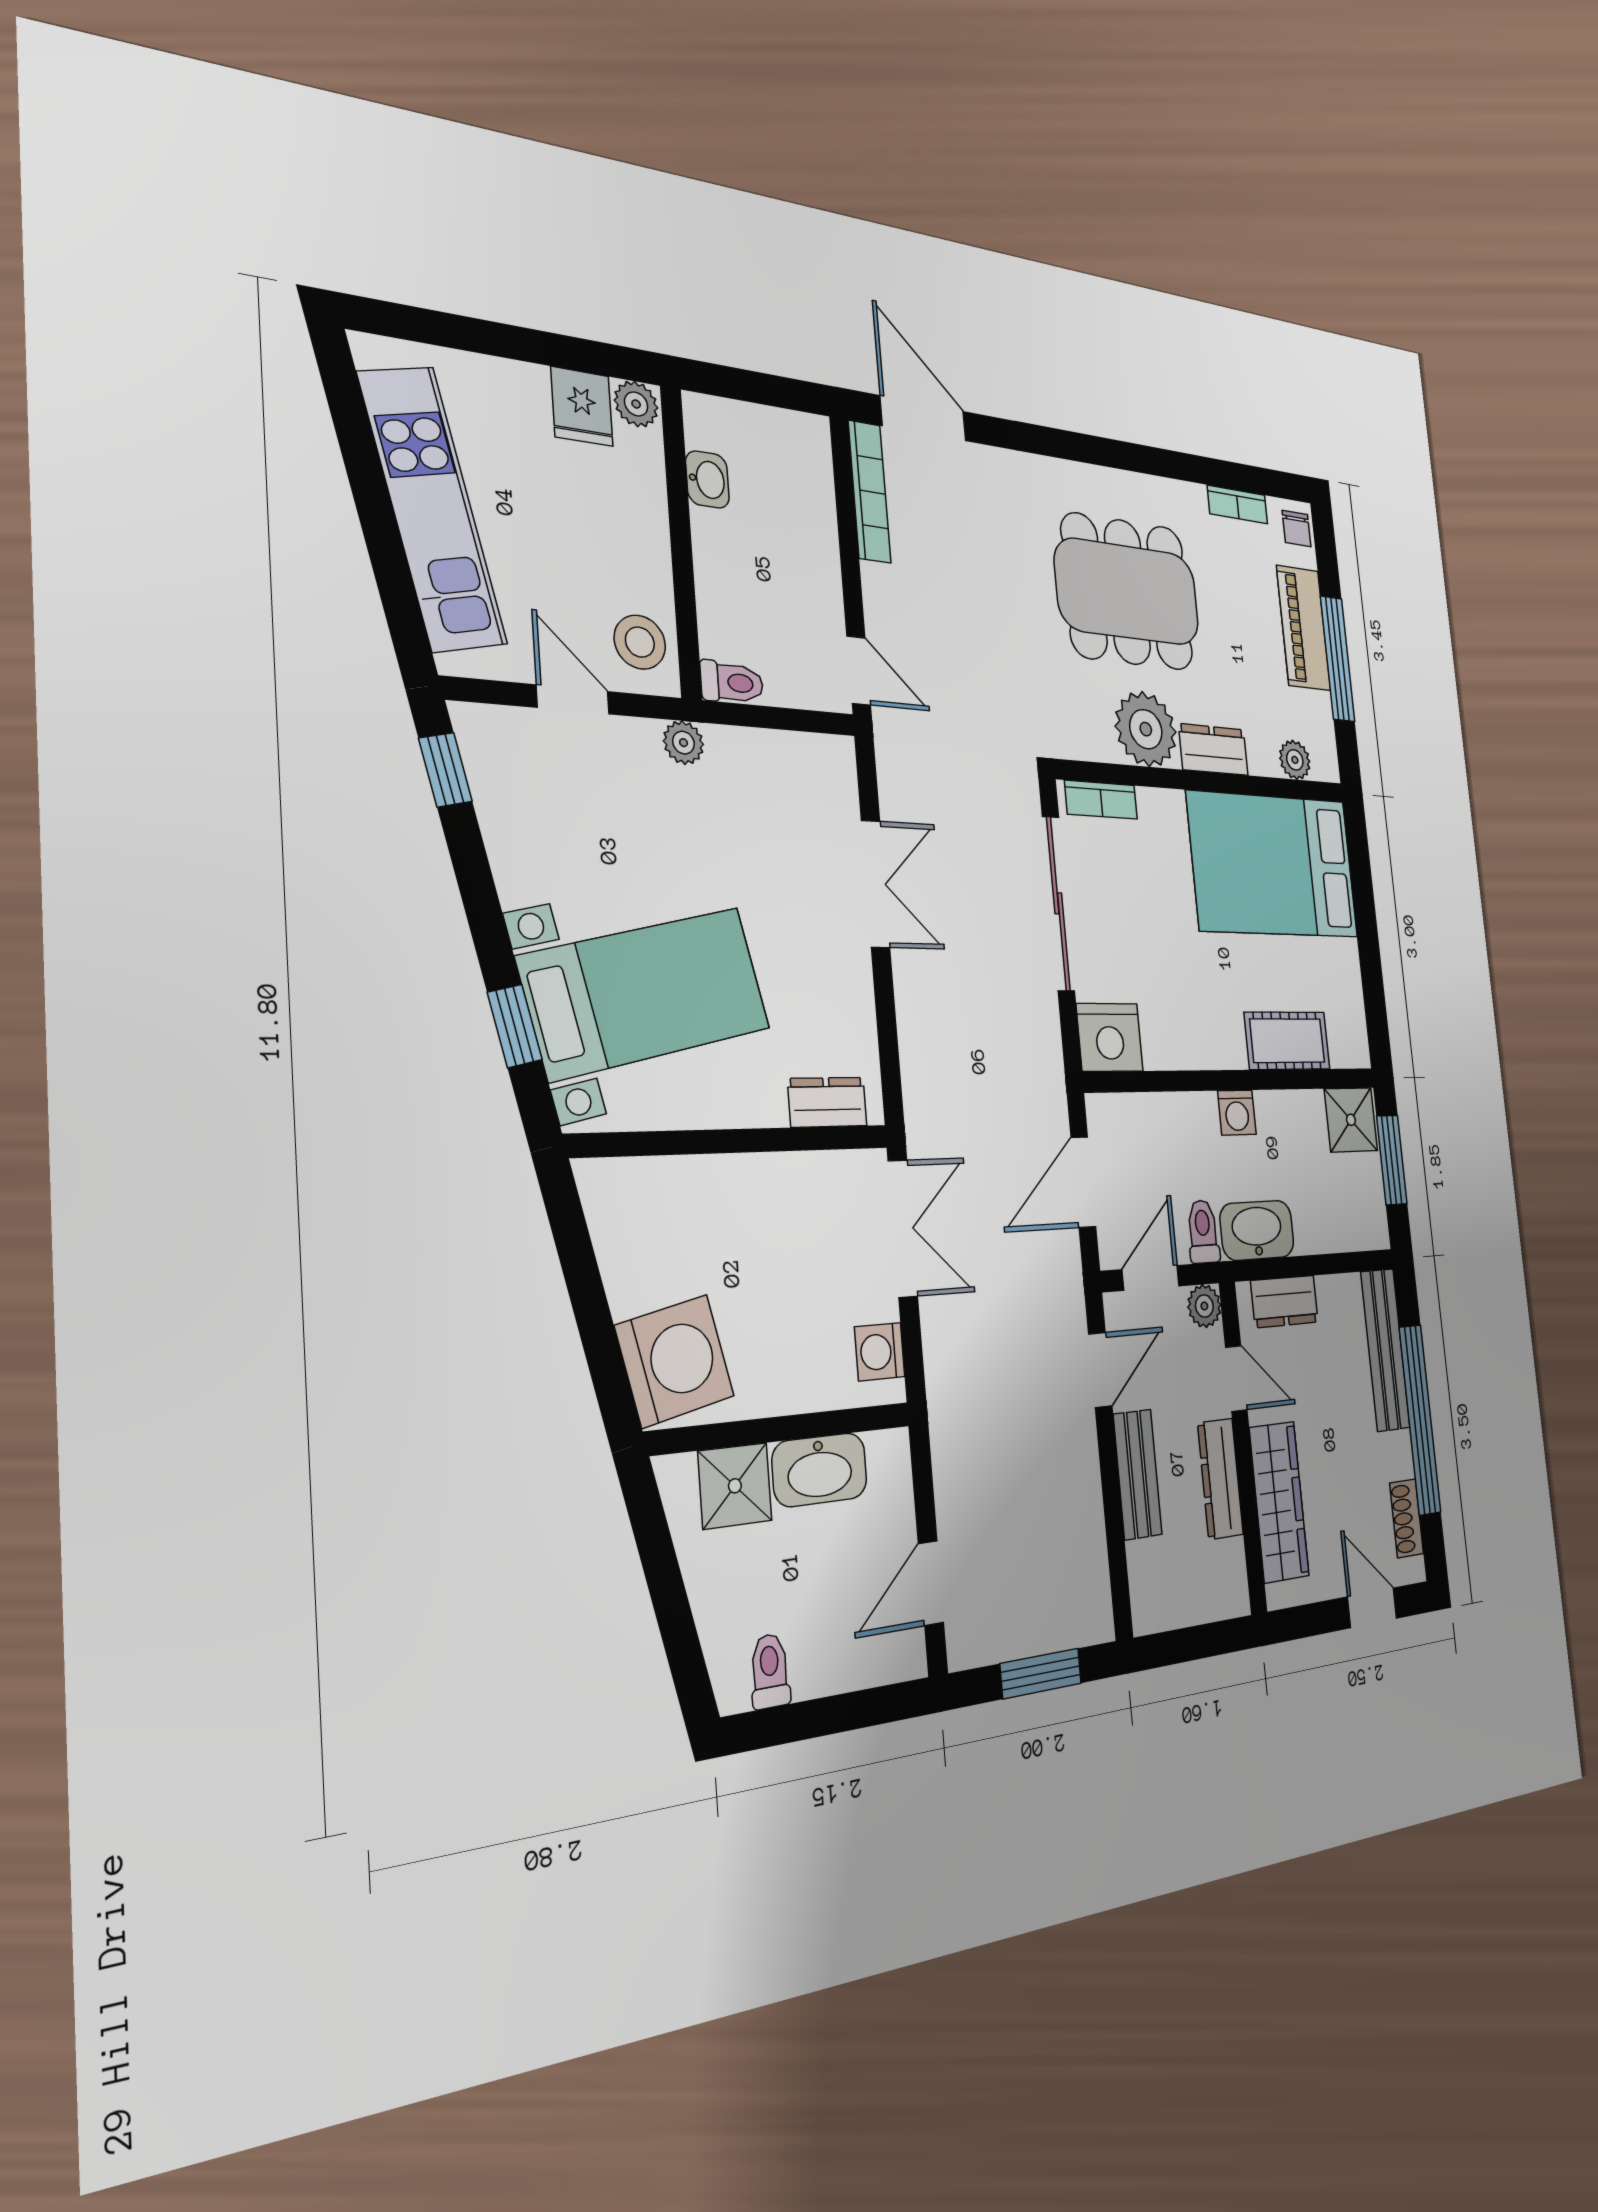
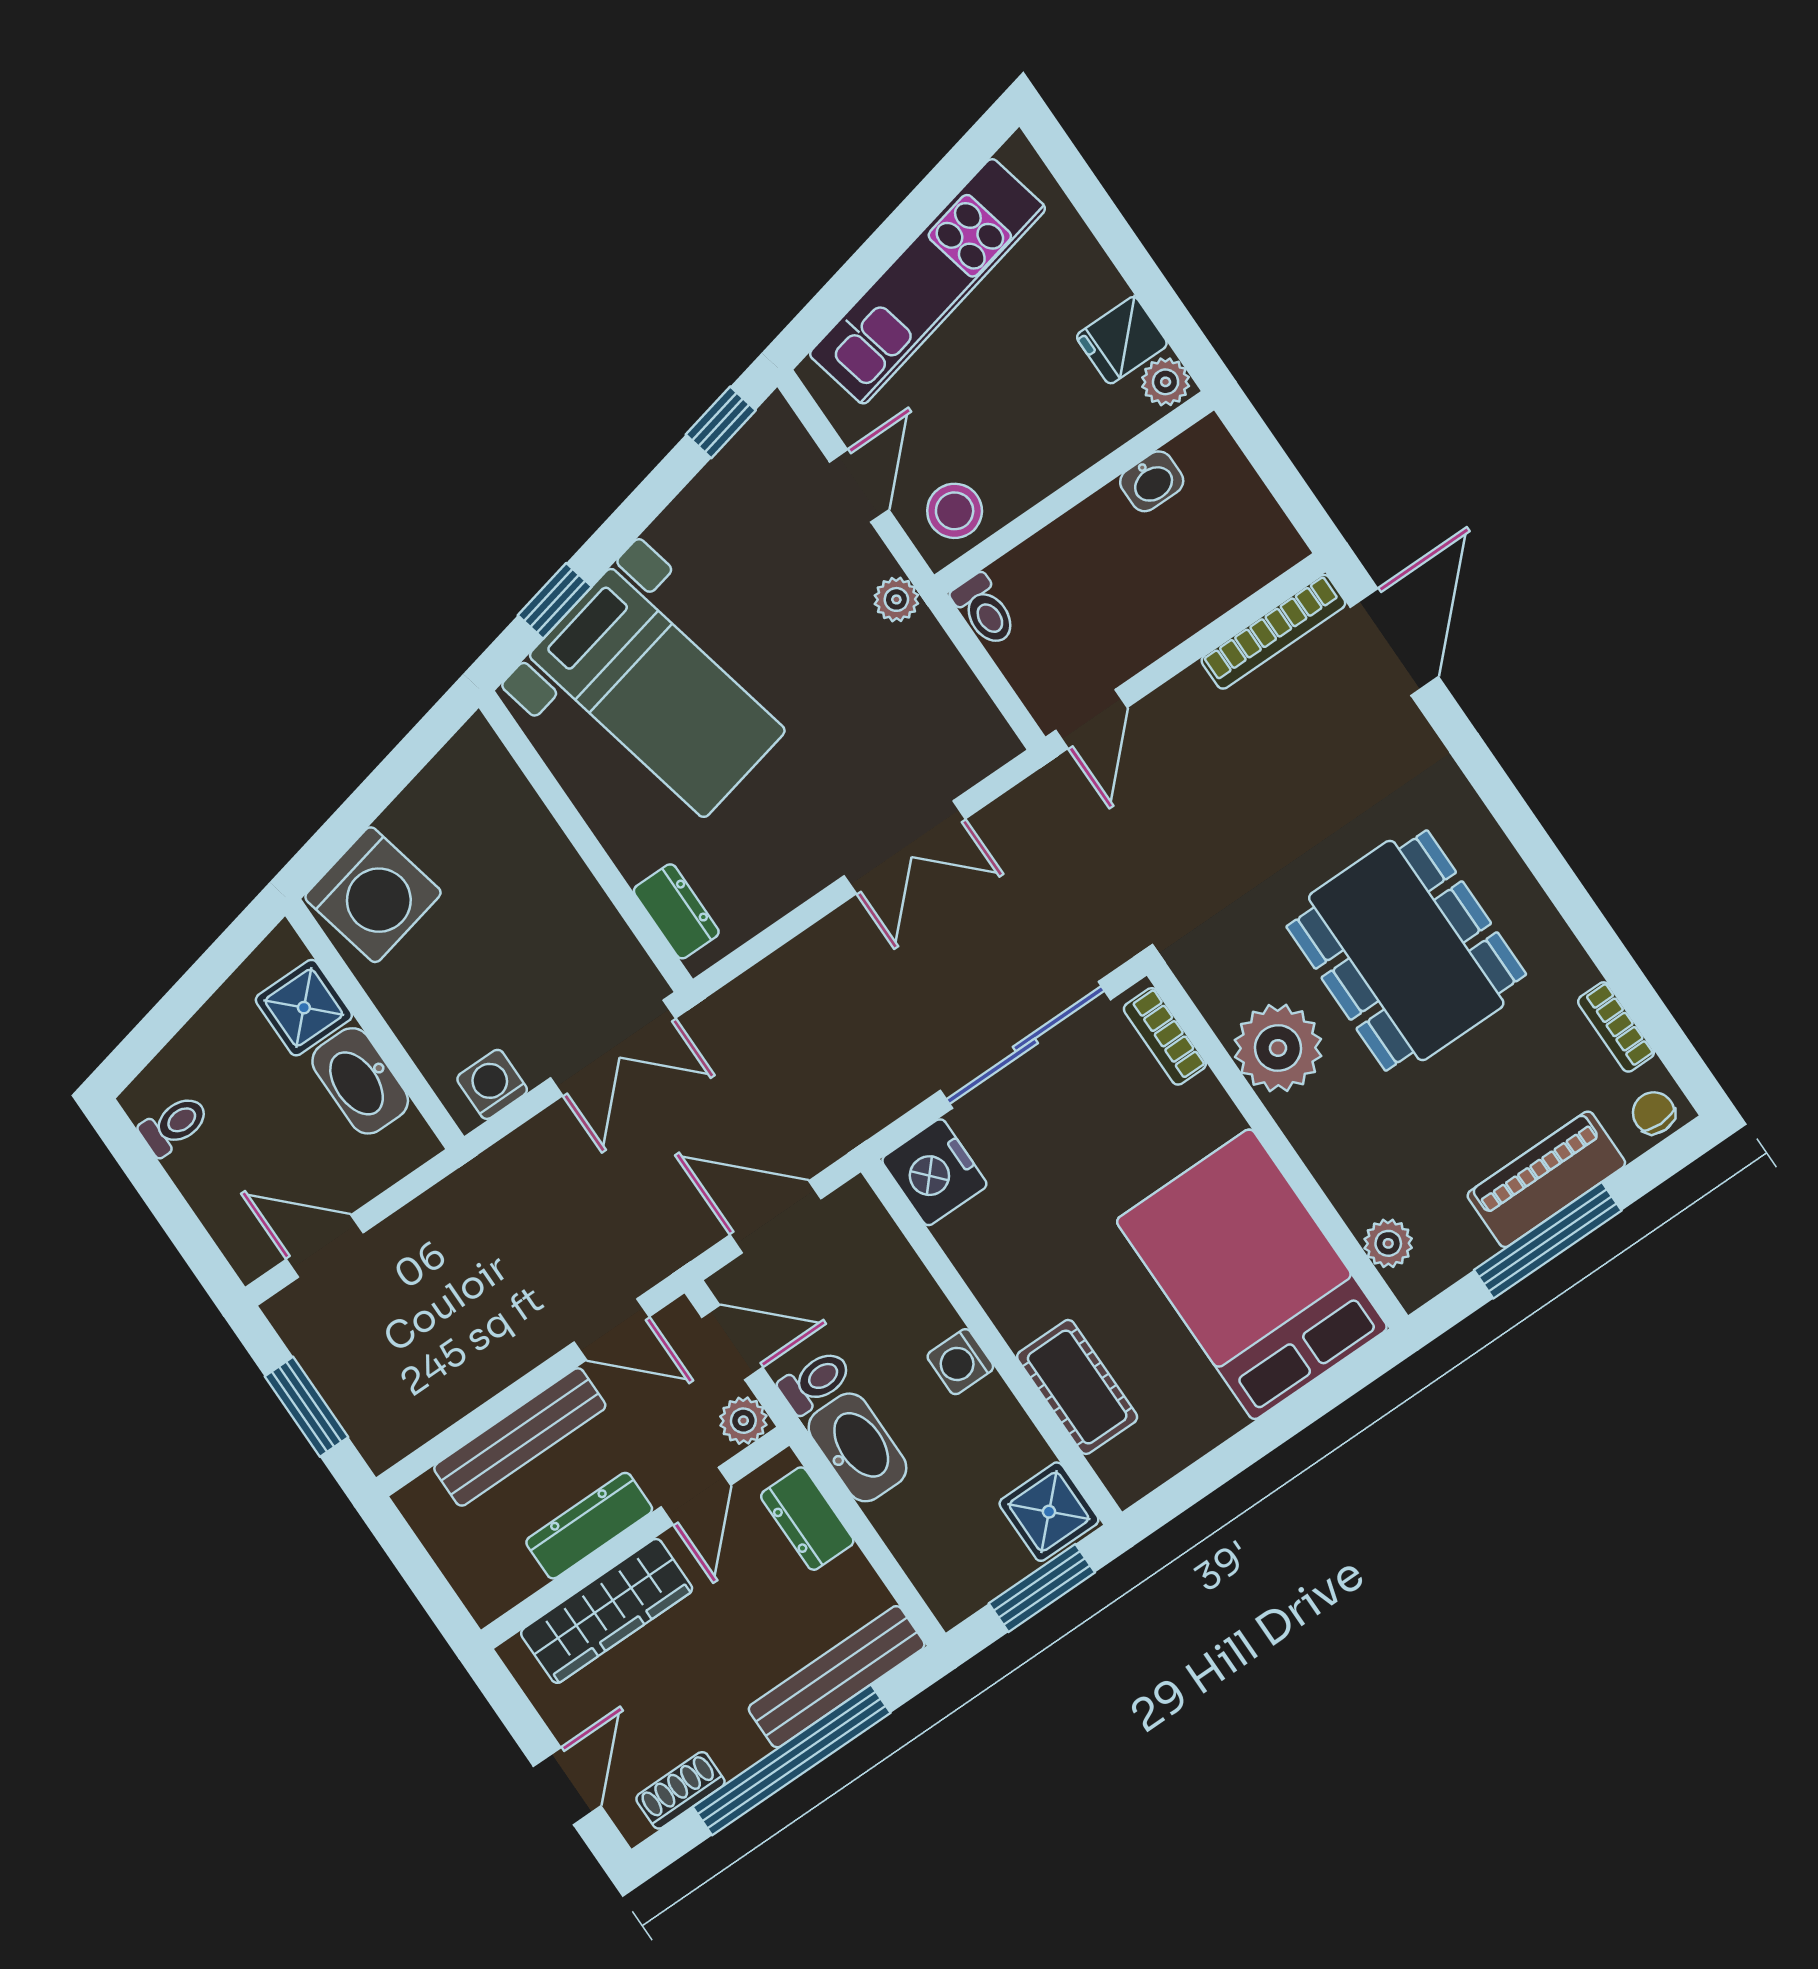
chair: (1297, 528) -> (1654, 1113), turned 90
dresser: (1213, 750) -> (1320, 1138), removed
bench: (1138, 1474) -> (520, 1437), width x1.36

